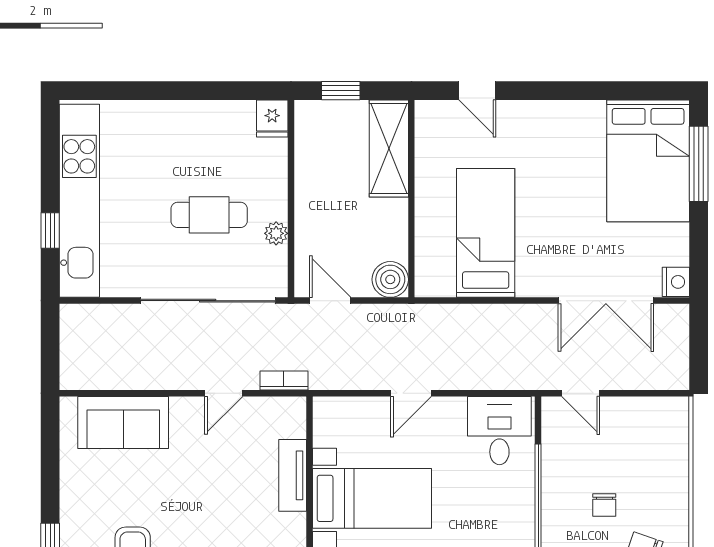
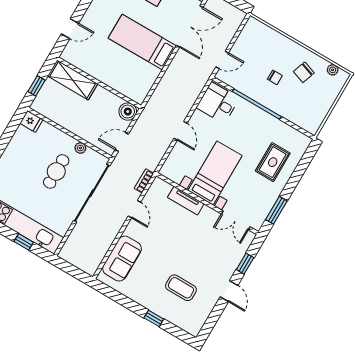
bed: (486, 233) -> (142, 42), moved

